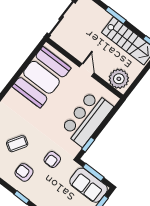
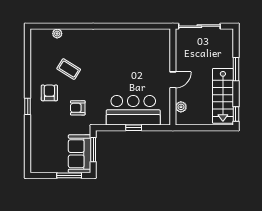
booth: (41, 77) -> (138, 47), removed
plant: (119, 79) -> (181, 107), width x0.53, depth x0.53
window: (88, 145) -> (134, 128), moved

